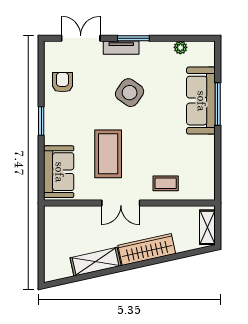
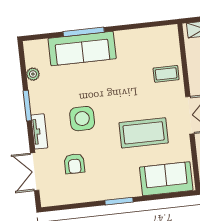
window: (133, 38) -> (27, 106), moved
armchair: (62, 82) -> (74, 164), moved, turned -90
side table: (130, 93) -> (82, 119), turned -35
coffee table: (166, 183) -> (166, 74), turned 90

